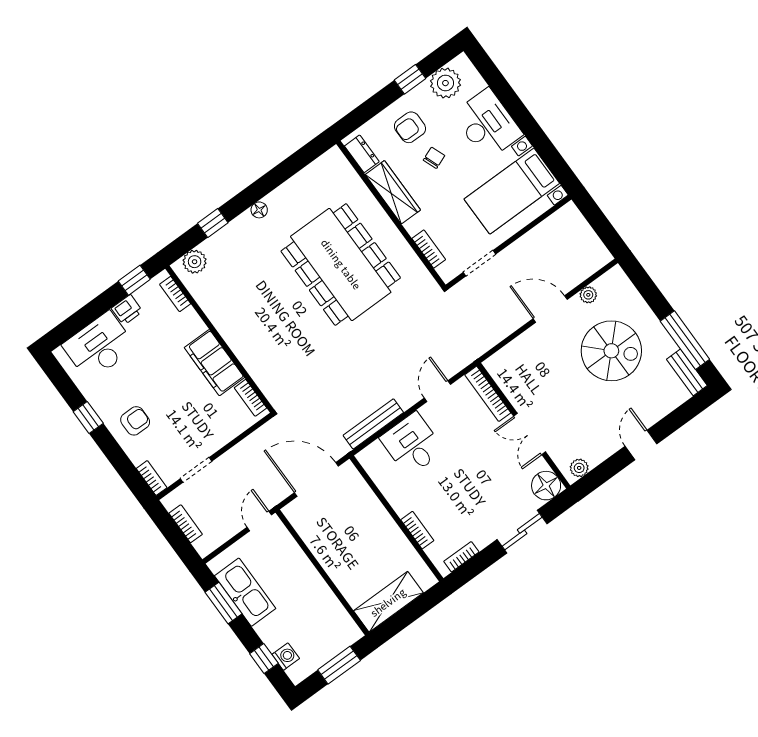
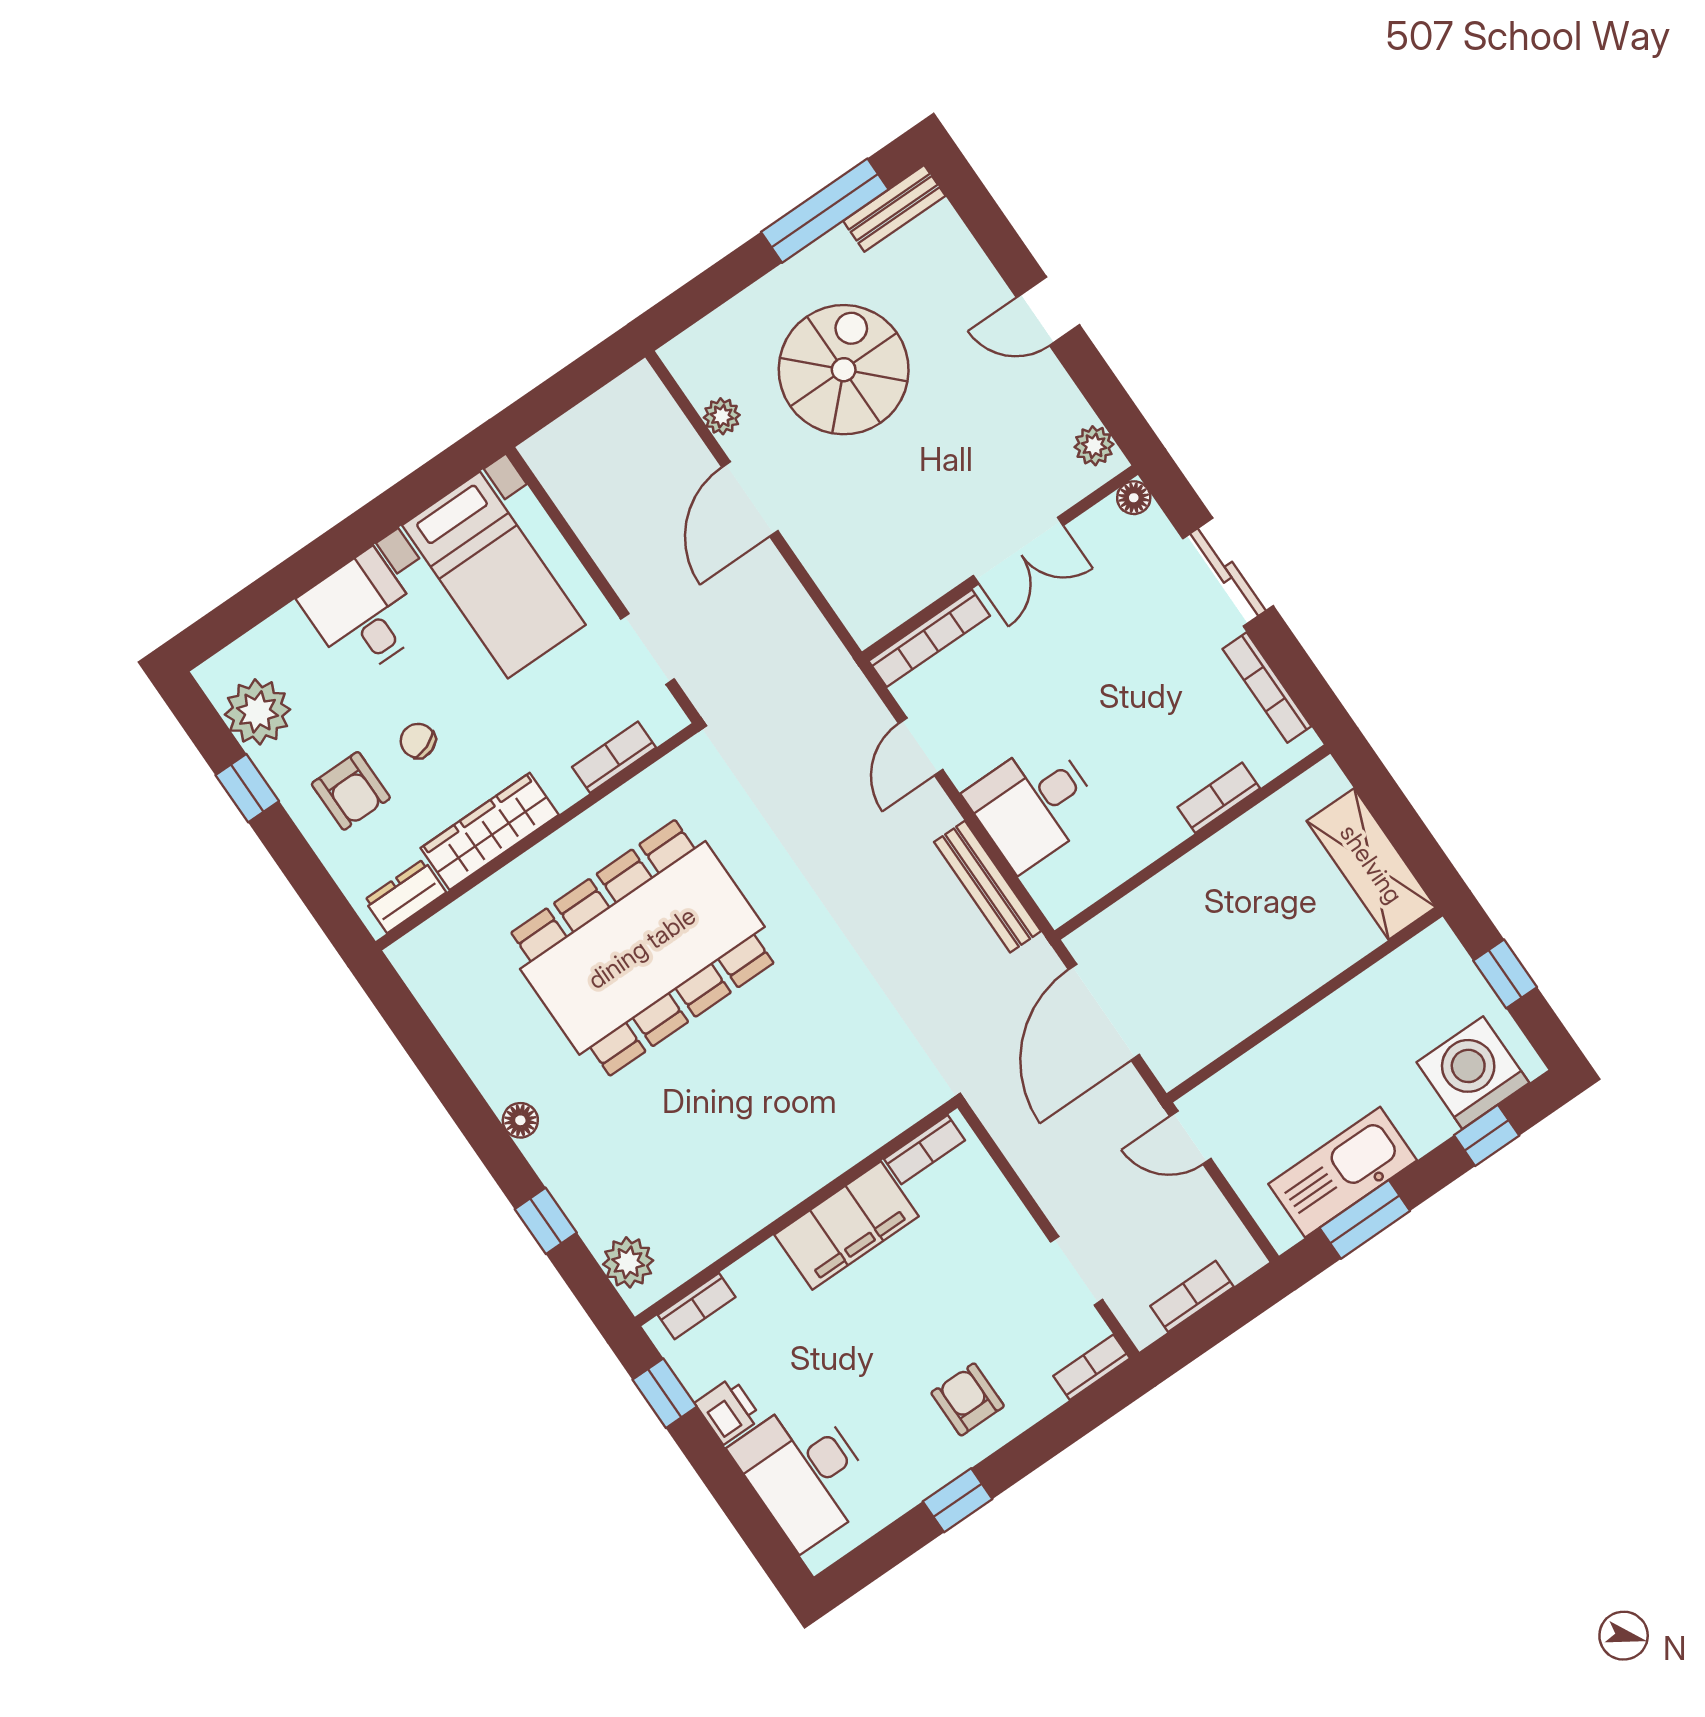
desk: (487, 124) -> (363, 614), width x0.73
door: (437, 391) -> (921, 747), hinge flipped
floor lamp: (546, 486) -> (1134, 498), width x0.53, depth x0.53
bookcase: (461, 557) -> (1267, 688), width x1.56
washing machine: (286, 657) -> (1473, 1073), width x1.89, depth x1.89
window: (339, 665) -> (1505, 974), width x0.67

